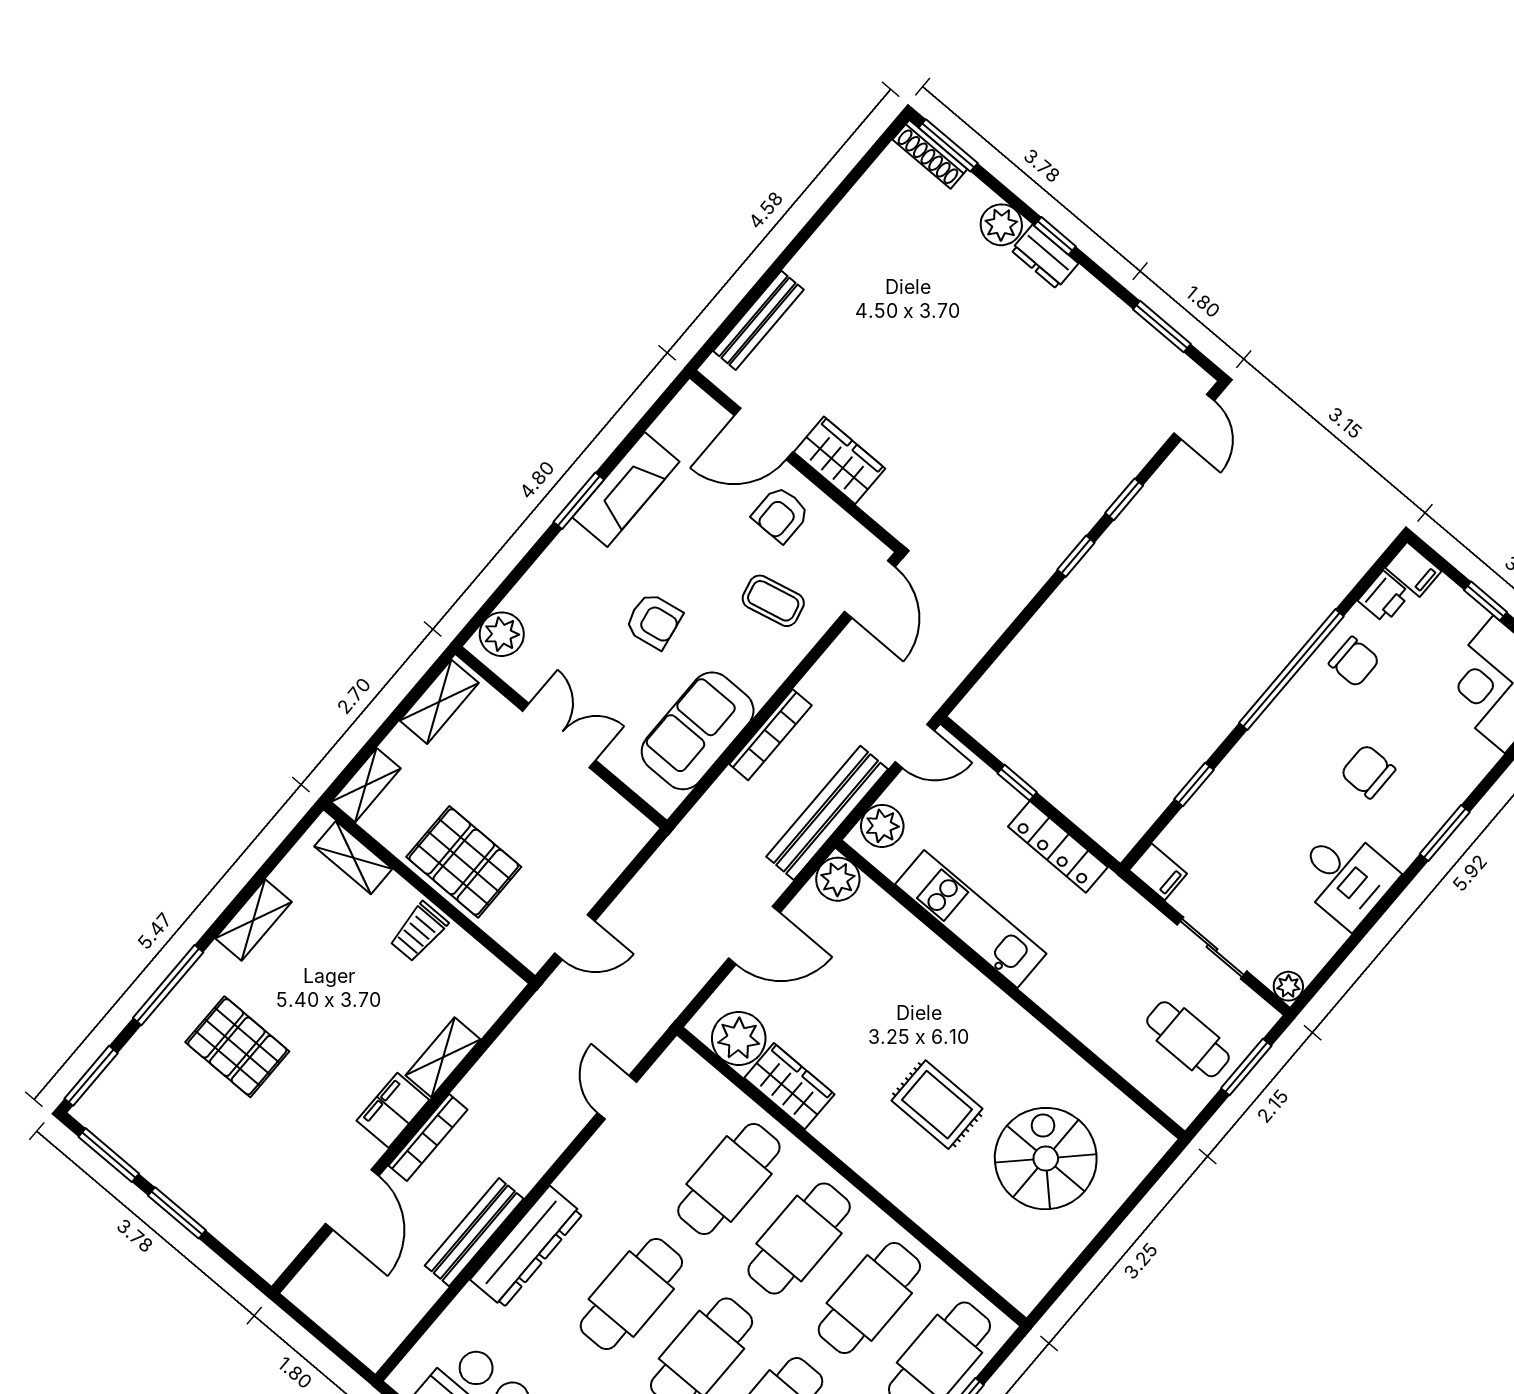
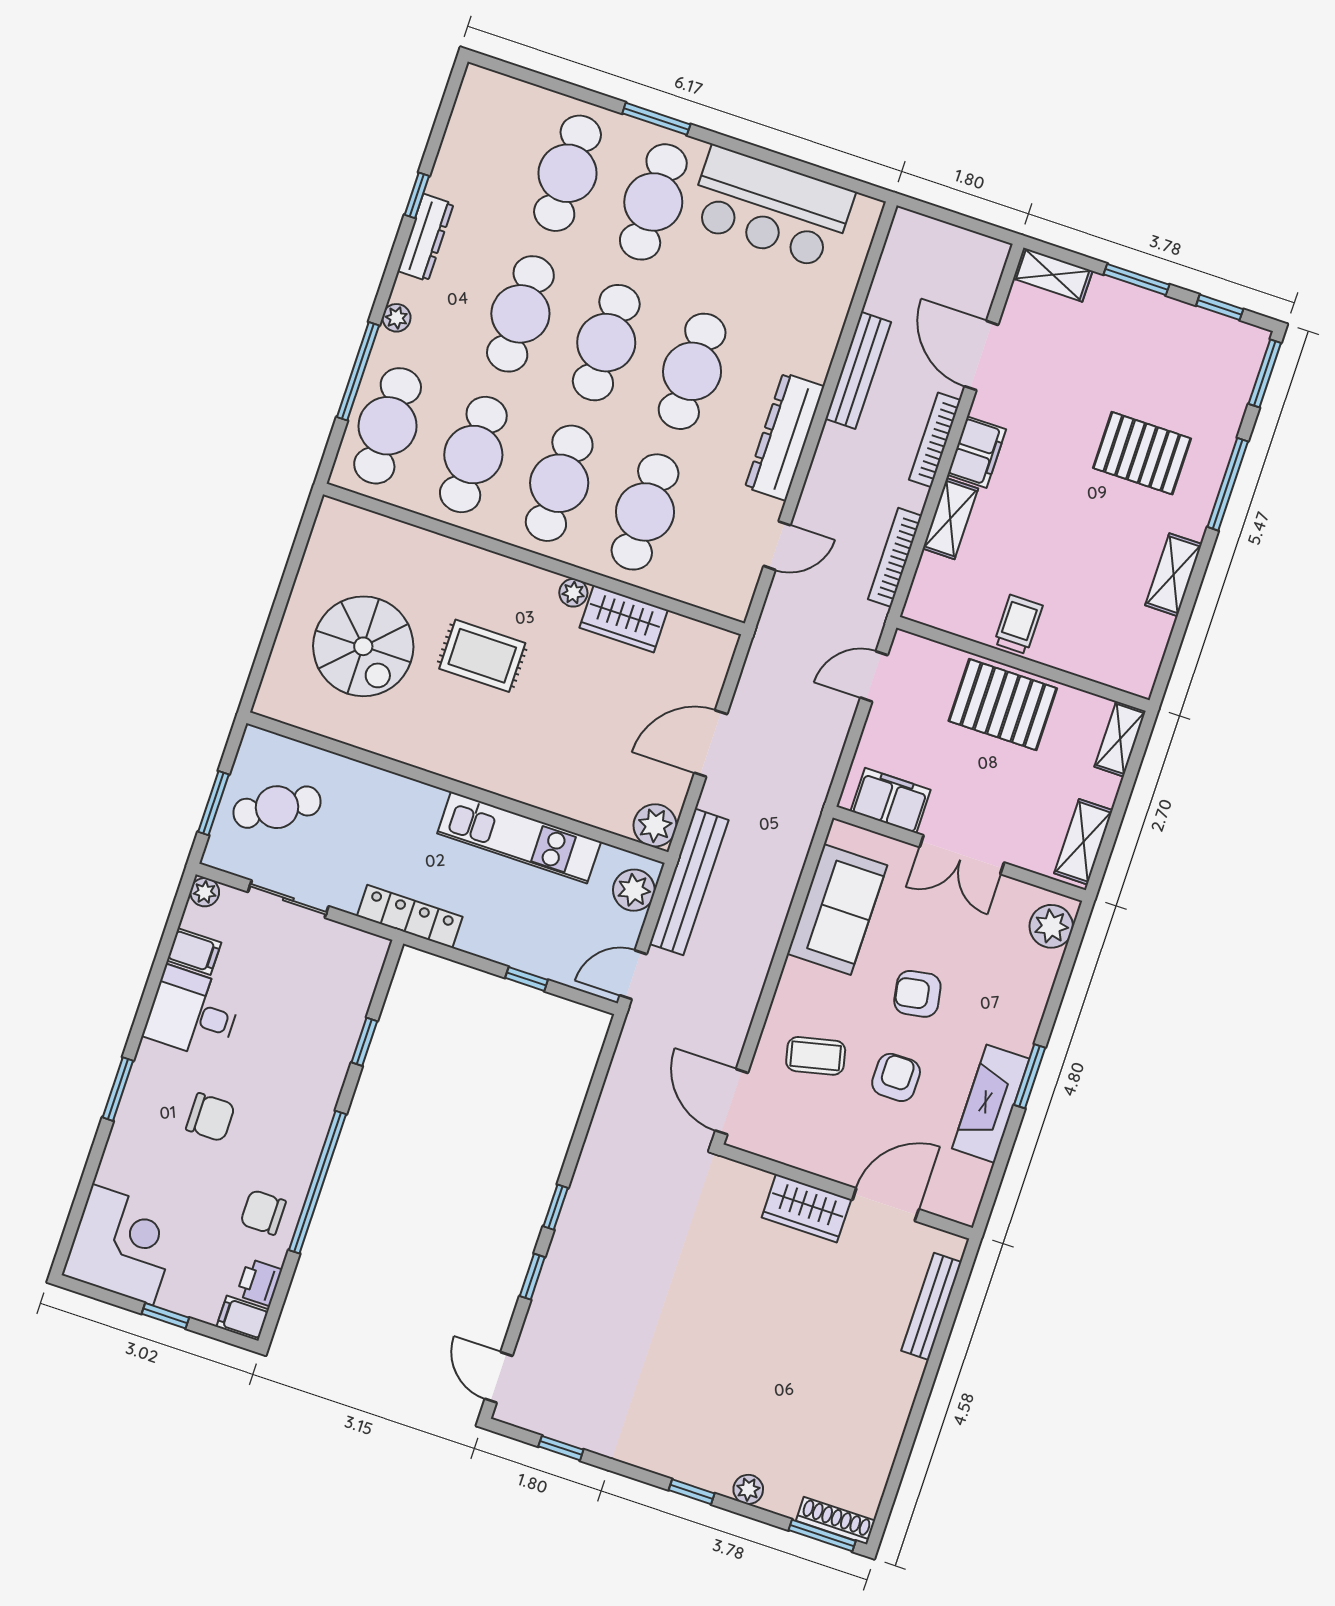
plant: (1001, 225) -> (748, 1489), width x0.73, depth x0.73
dresser: (1045, 257) -> (693, 1469), removed
window: (1162, 327) -> (561, 1448), width x0.67
armchair: (781, 514) -> (896, 1077), moved
bookcase: (770, 735) -> (895, 557), moved
filing cabinet: (606, 814) -> (891, 801), added
locker: (1058, 847) -> (410, 916), moved
shelving: (353, 858) -> (1053, 275), moved
filing cabinet: (1158, 872) -> (194, 952), moved, turned 180
plant: (739, 1038) -> (573, 593), moved, width x0.53, depth x0.53
cafe table: (1188, 1039) -> (277, 807), turned -30
door: (617, 1097) -> (777, 546), hinge flipped
window: (109, 1155) -> (1220, 307), width x0.67
dresser: (527, 1247) -> (785, 437), moved

